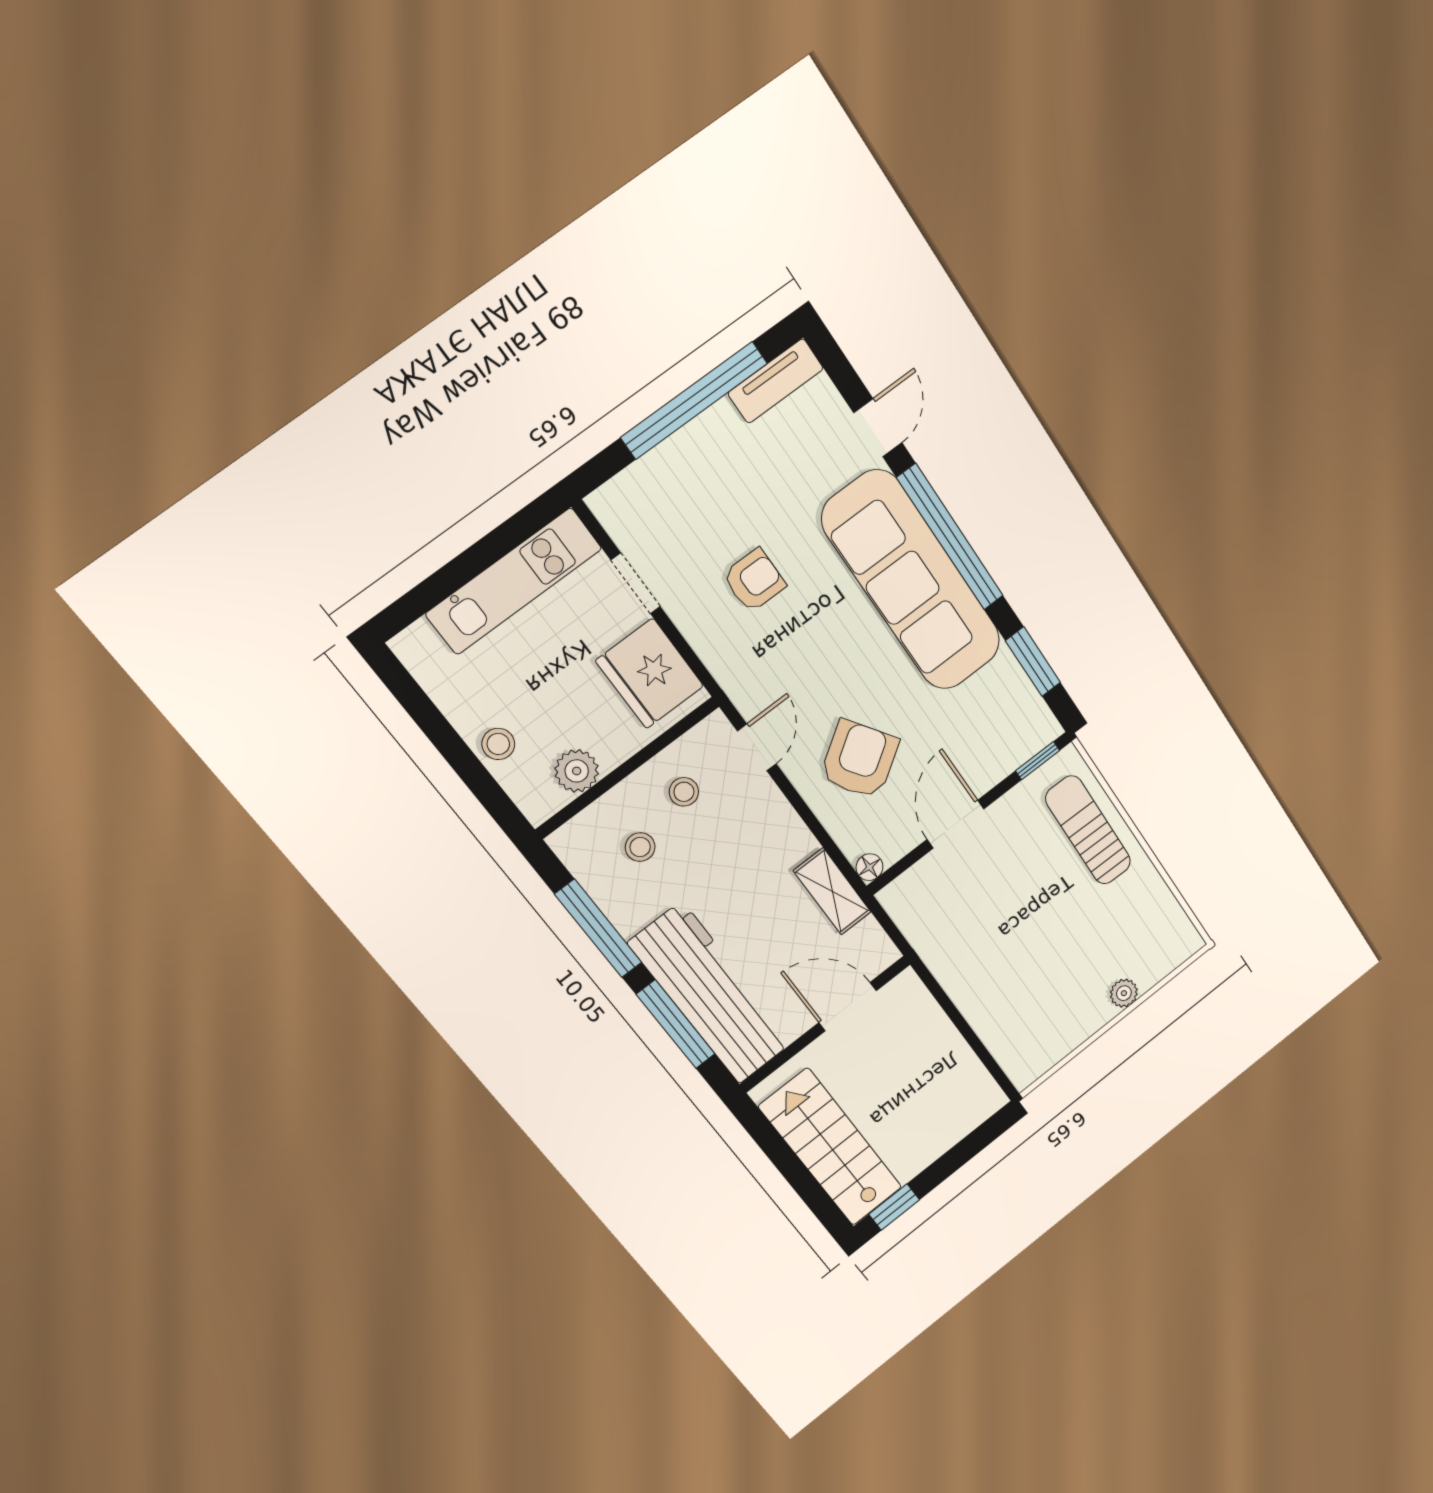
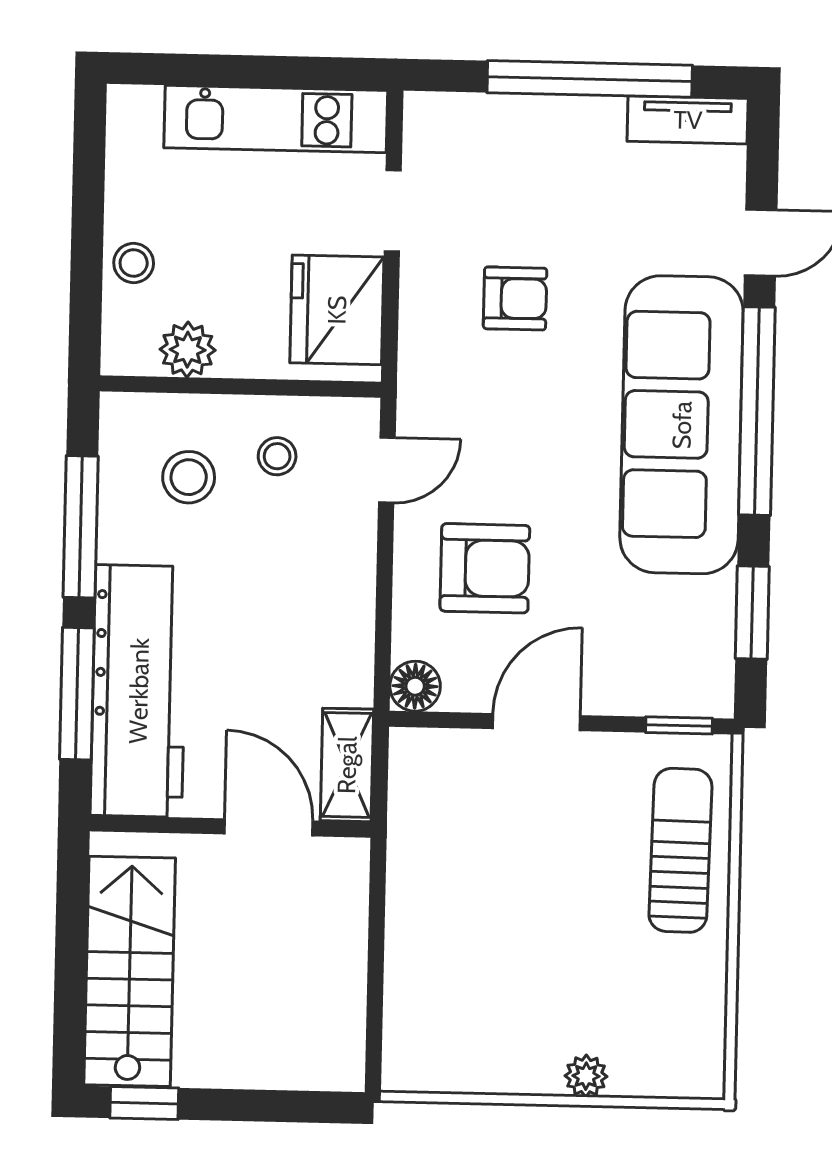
armchair: (860, 759) -> (485, 568), turned 34
stool: (640, 847) -> (189, 477), width x1.37, depth x1.37
floor lamp: (870, 867) -> (415, 686), width x1.37, depth x1.37
shelving: (832, 891) -> (347, 765), moved

